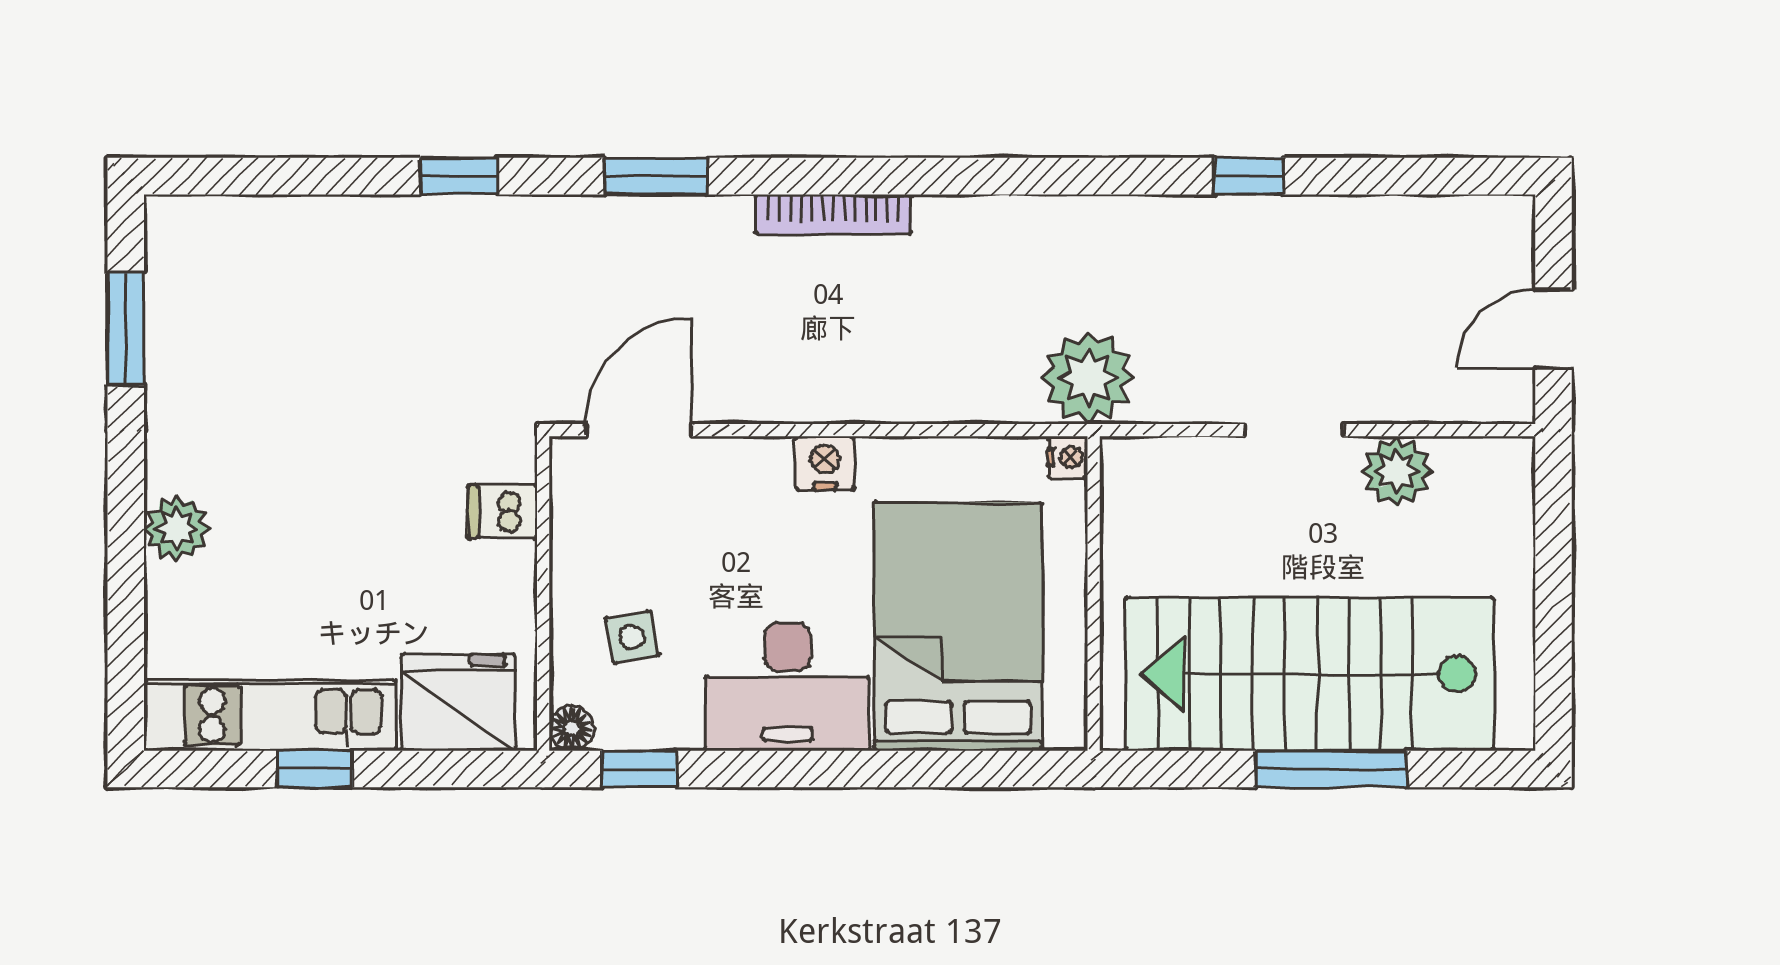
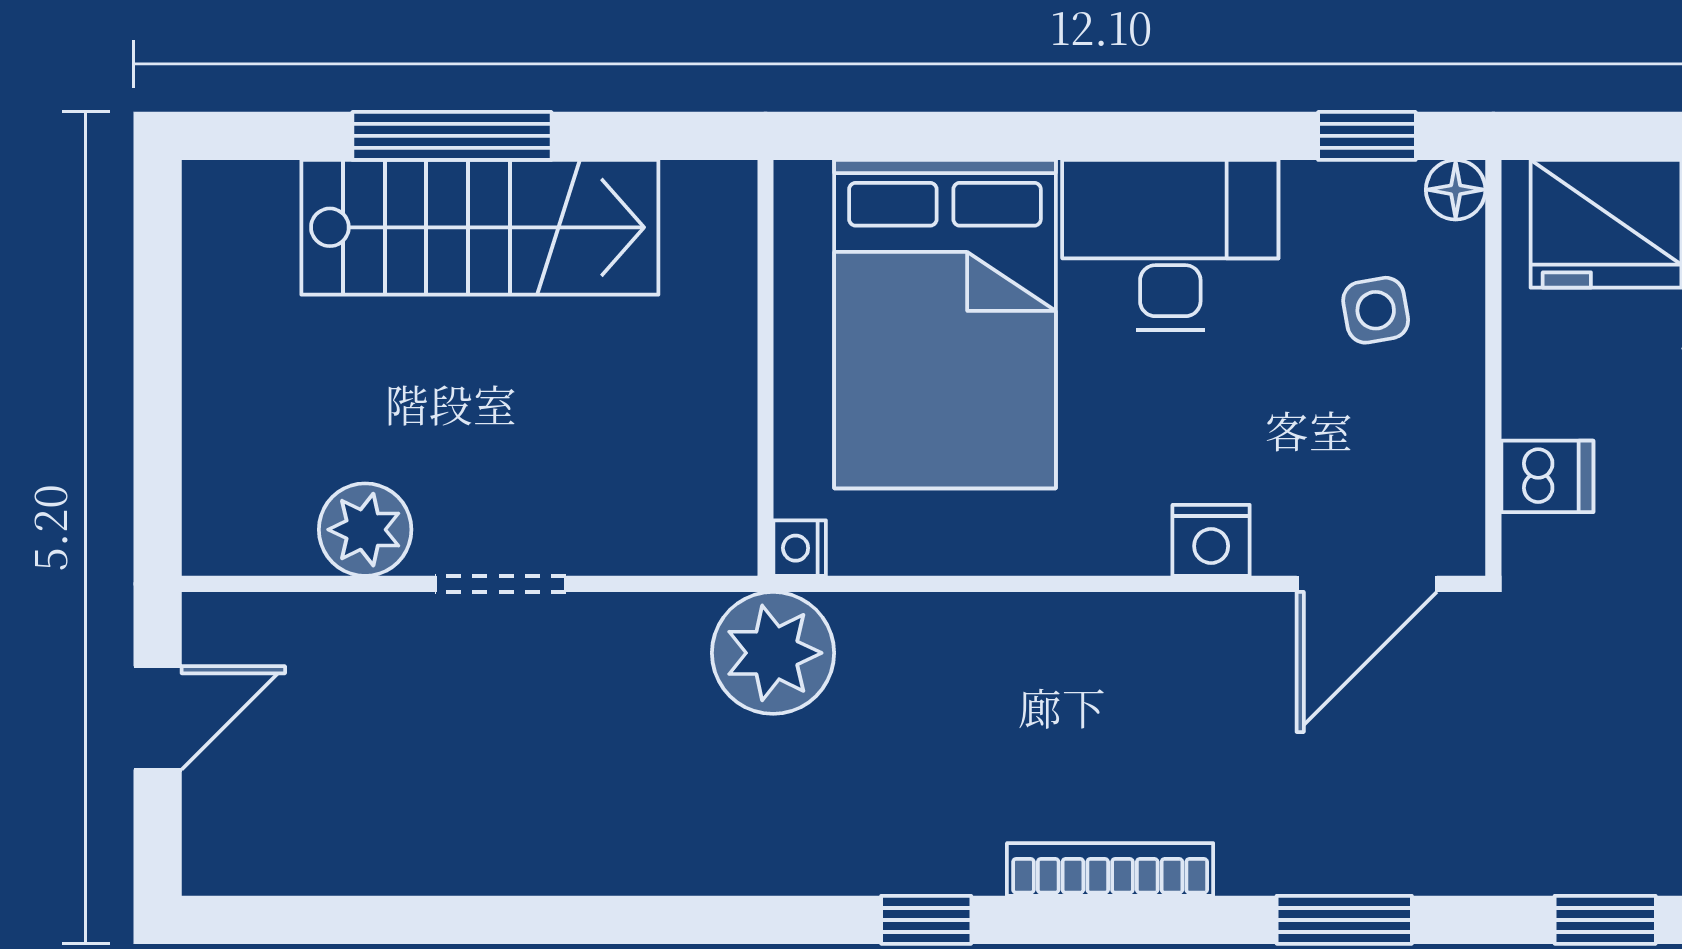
window: (1249, 176) -> (926, 920), moved
nightstand: (825, 463) -> (1211, 540), moved
stairs: (1310, 674) -> (480, 227), width x0.73, depth x0.66

